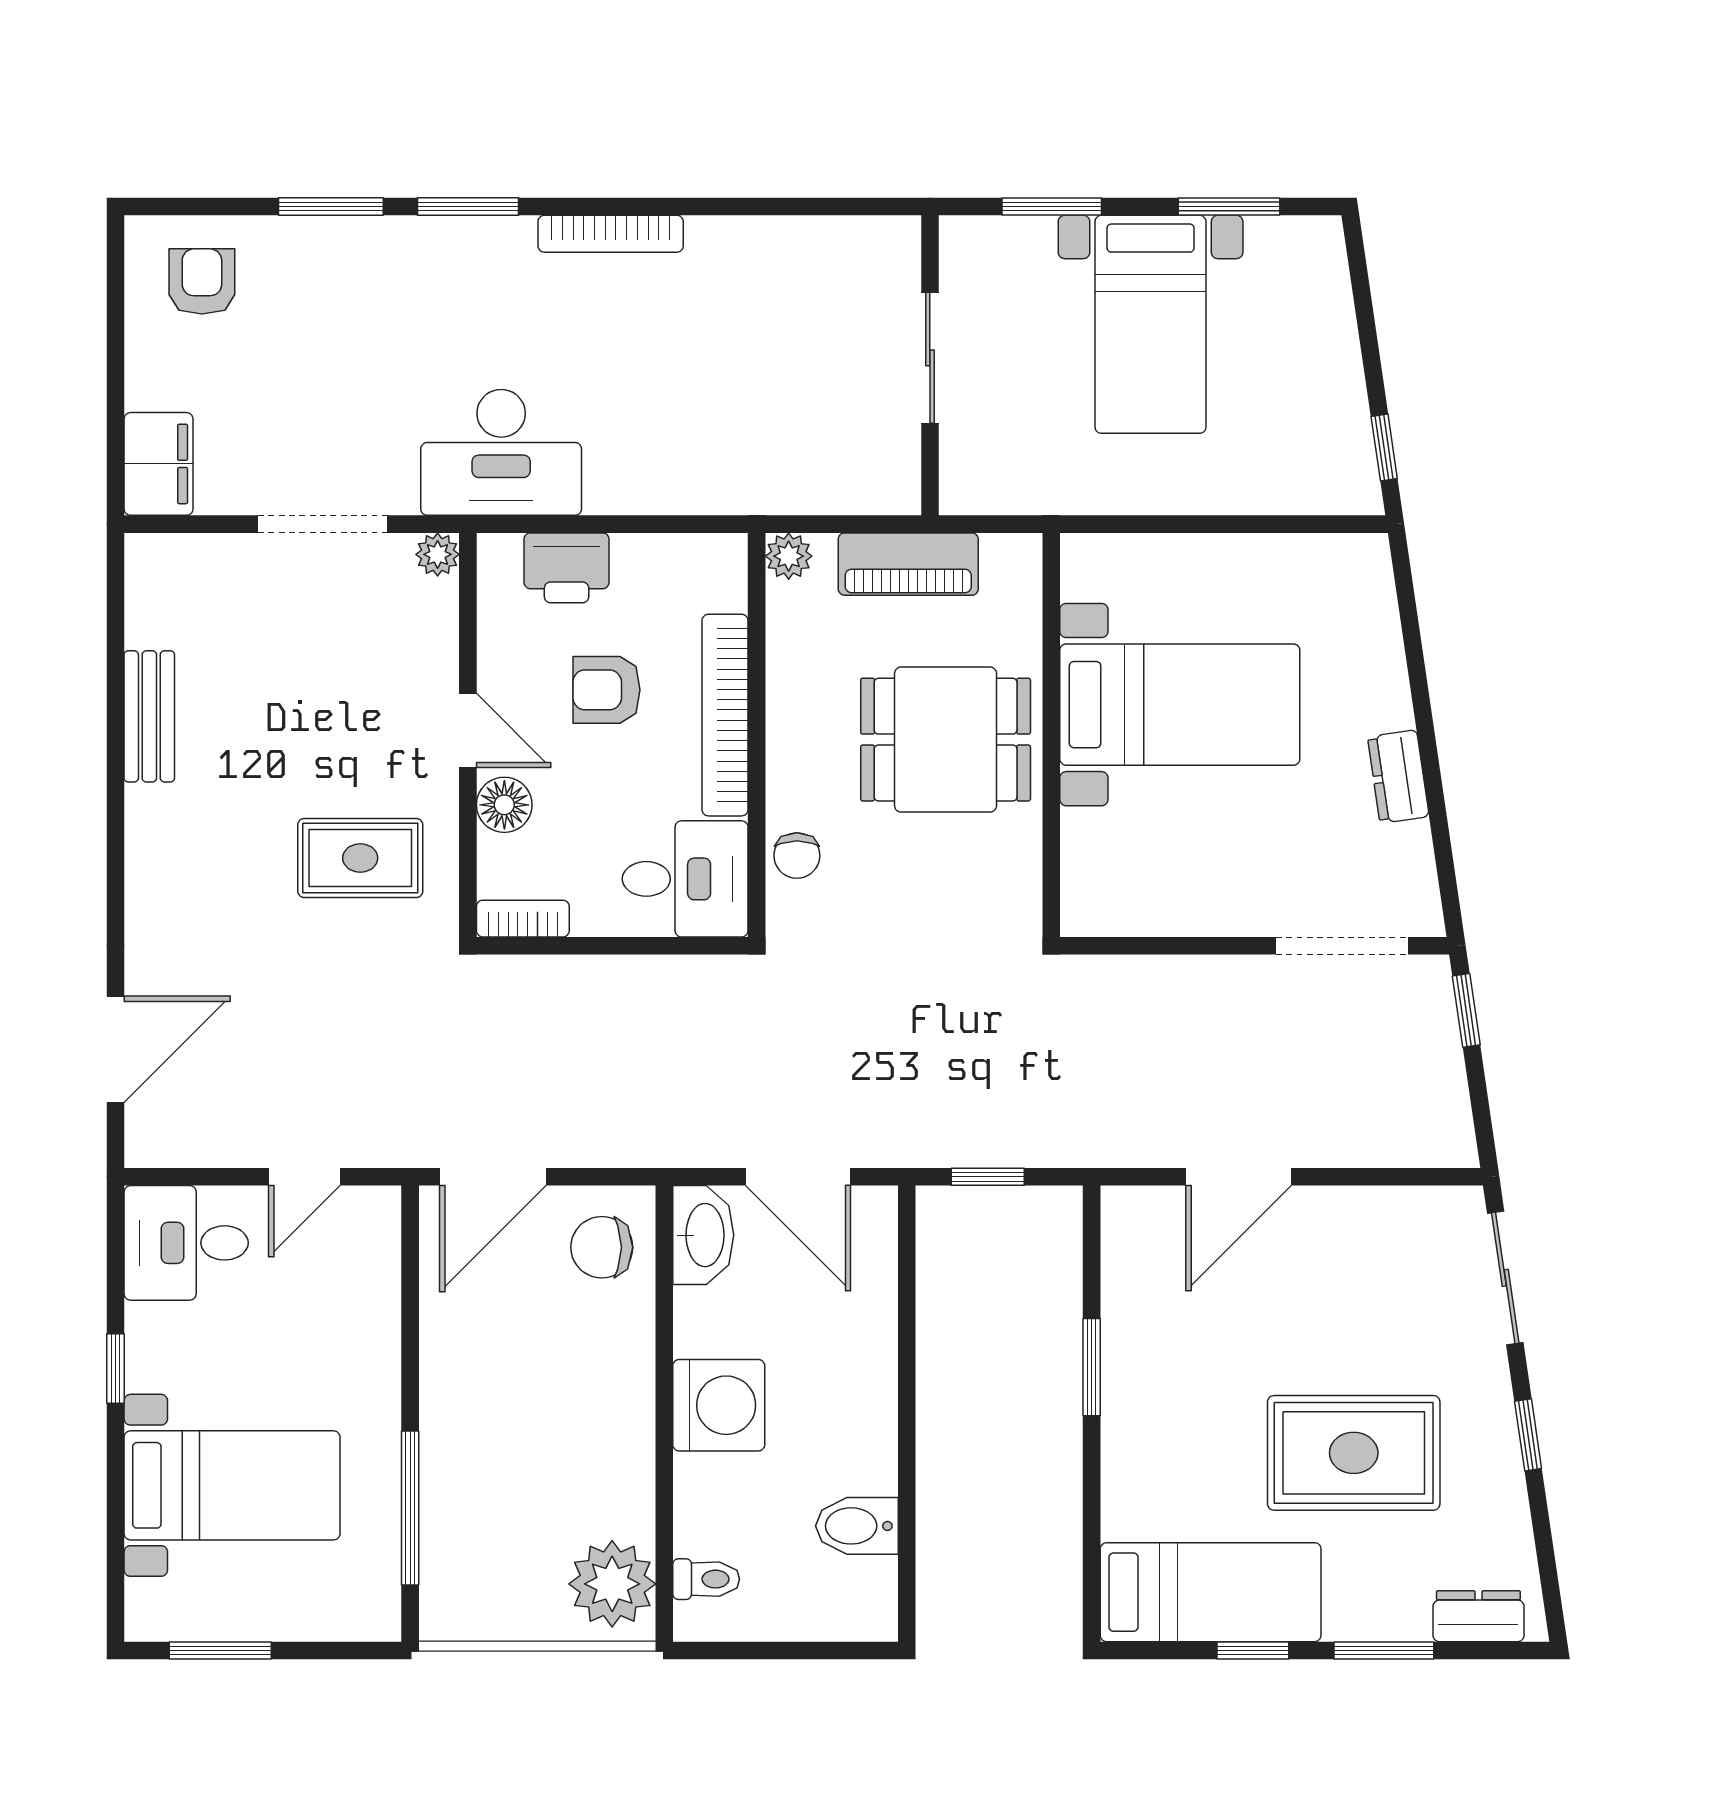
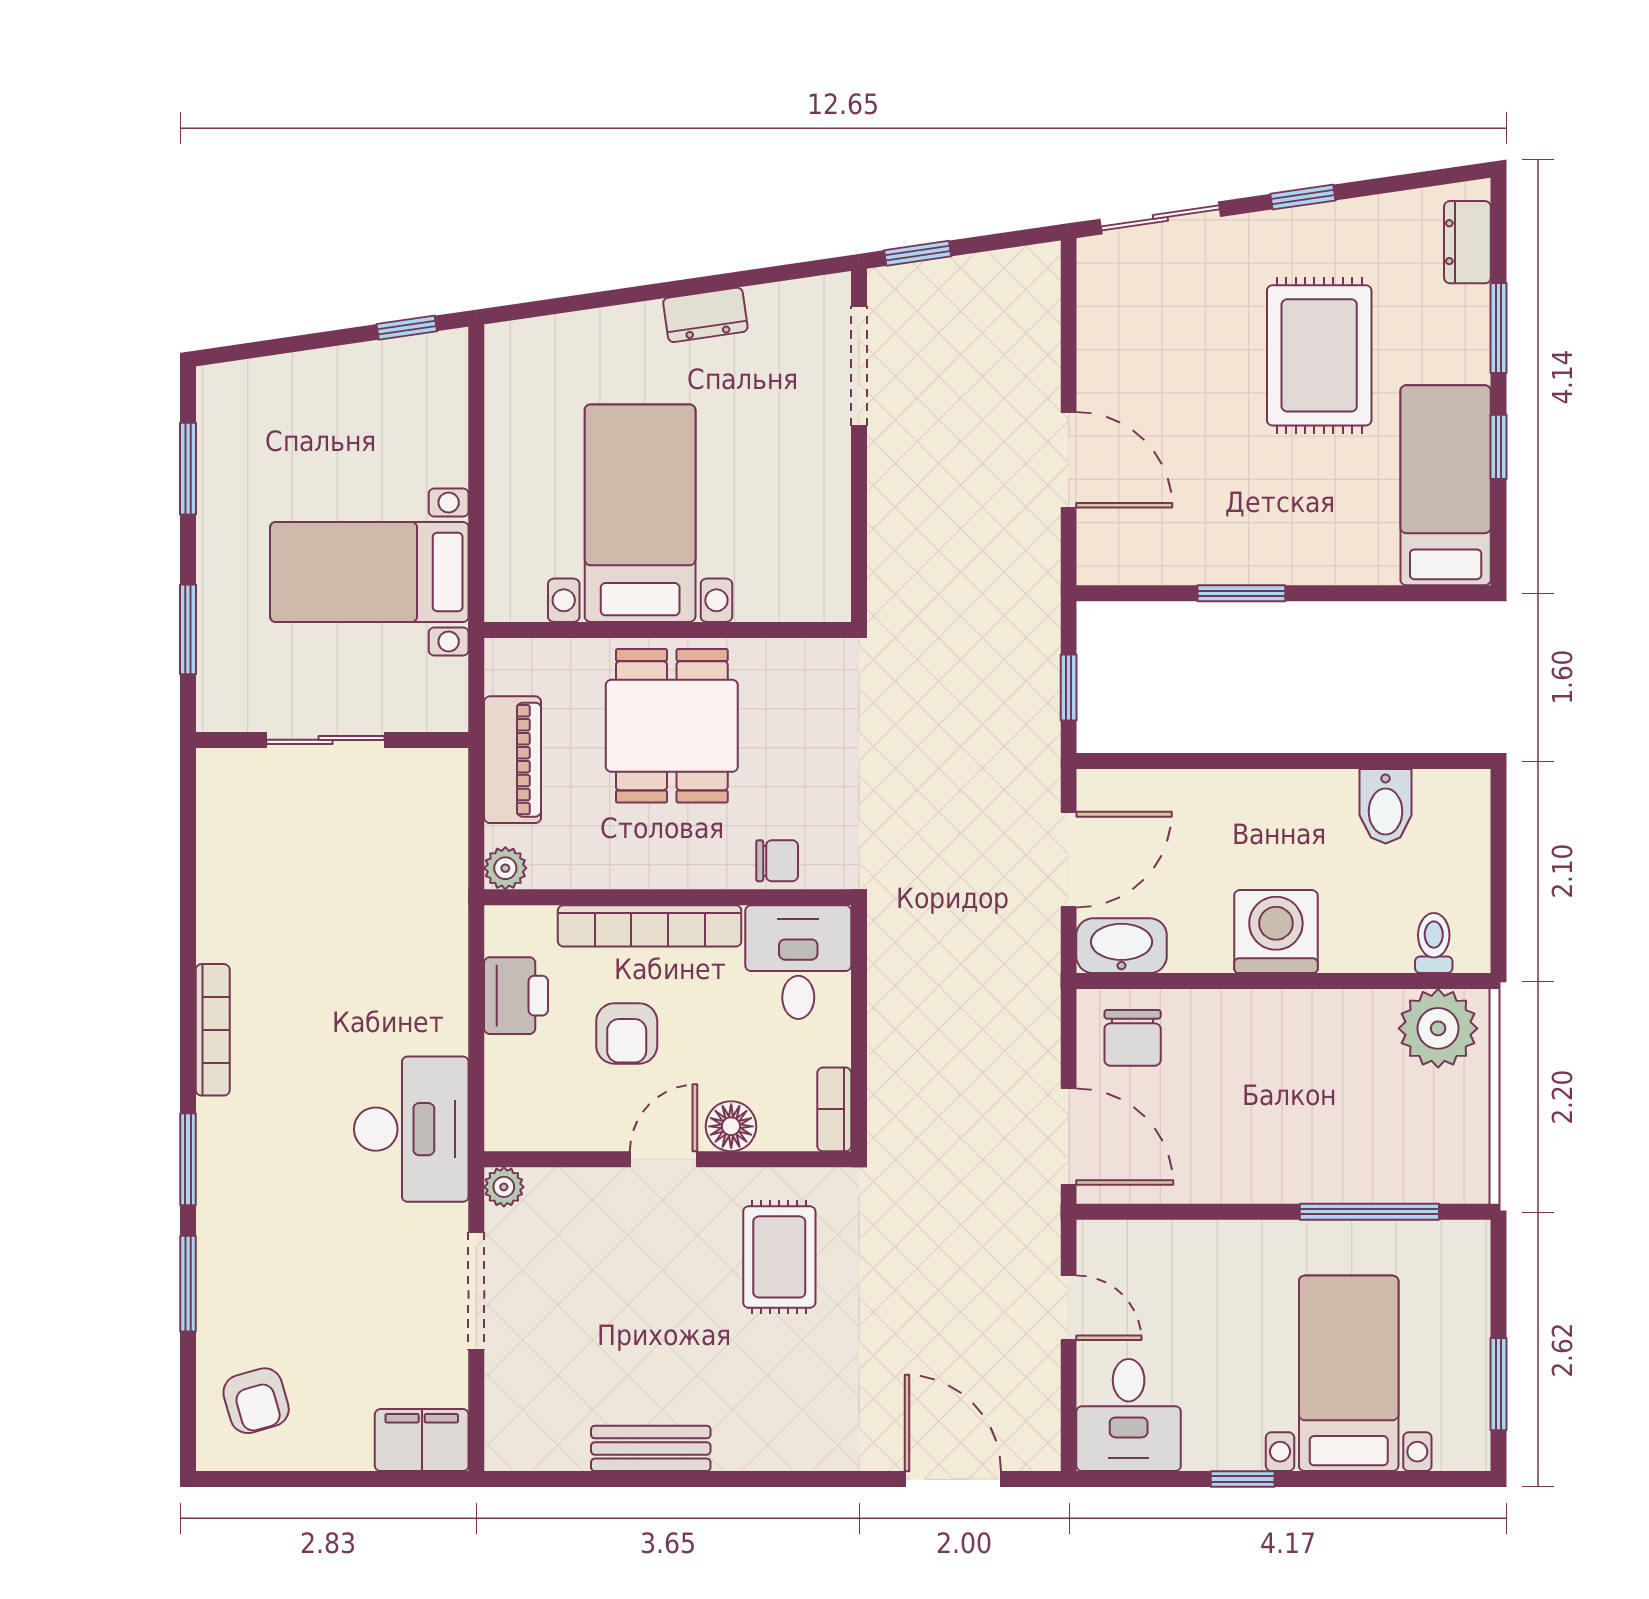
armchair: (202, 281) -> (256, 1401), turned -106
bed with nightstands: (1151, 324) -> (369, 572), moved, turned 180
printer: (567, 568) -> (516, 996), moved

